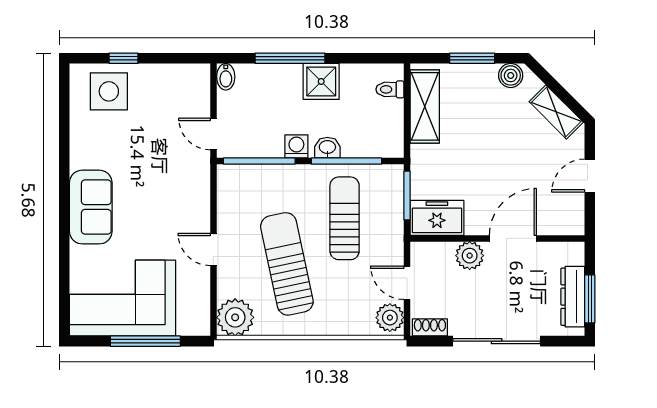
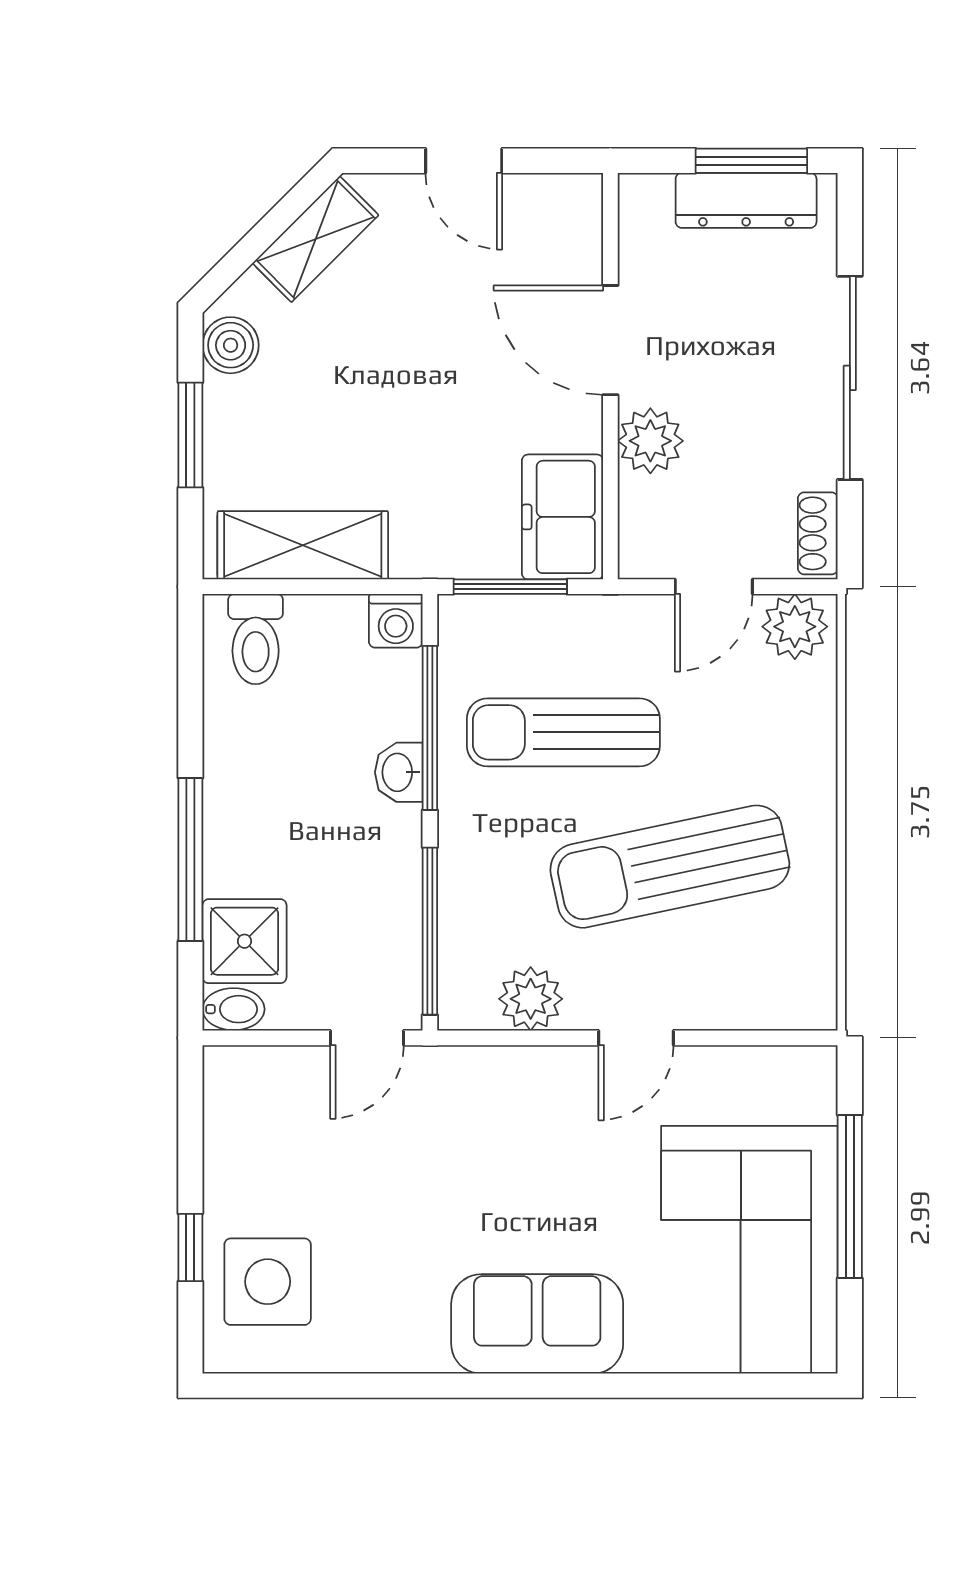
shower: (321, 81) -> (244, 941), moved
toilet: (390, 89) -> (256, 639), width x1.37, depth x1.39
washing machine: (296, 146) -> (396, 621), moved, turned -90
plant: (235, 317) -> (531, 999), moved, width x0.73, depth x0.73

